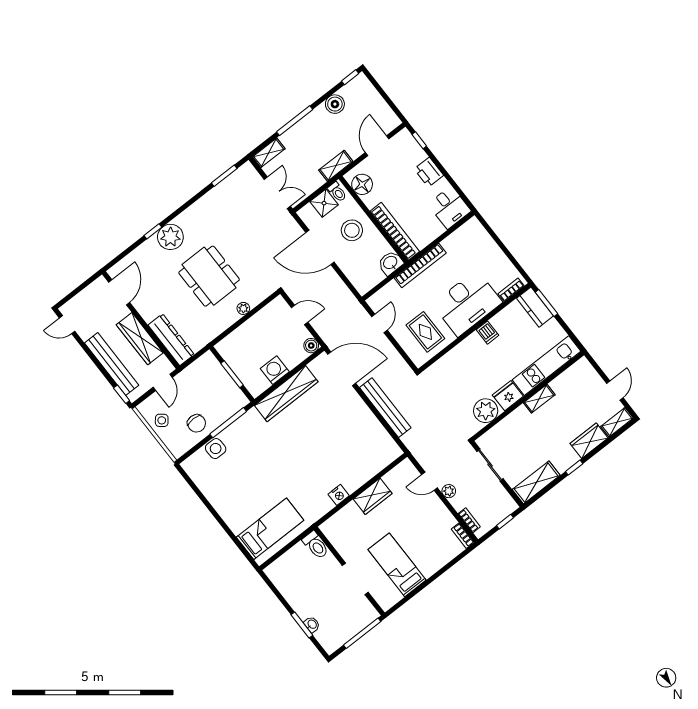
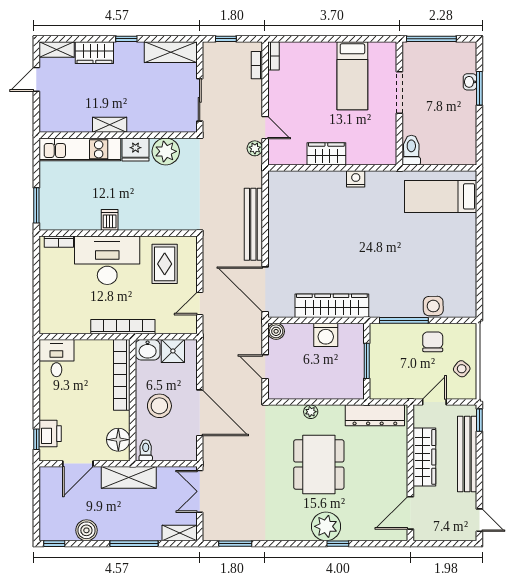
shelving: (336, 166) -> (129, 477), width x1.50, depth x1.33
printer: (429, 172) -> (50, 434), moved
shower: (324, 203) -> (173, 351), moved
kitchen counter: (535, 307) -> (50, 210), removed
dresser: (171, 340) -> (375, 415), moved, turned -90
plant: (449, 491) -> (255, 148), moved

